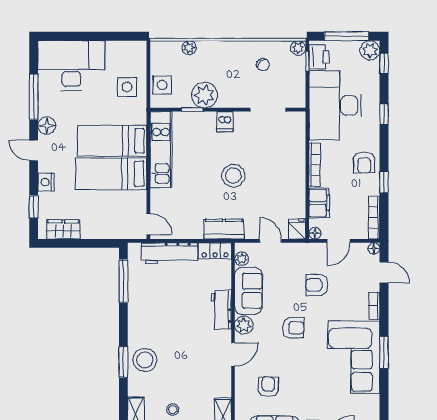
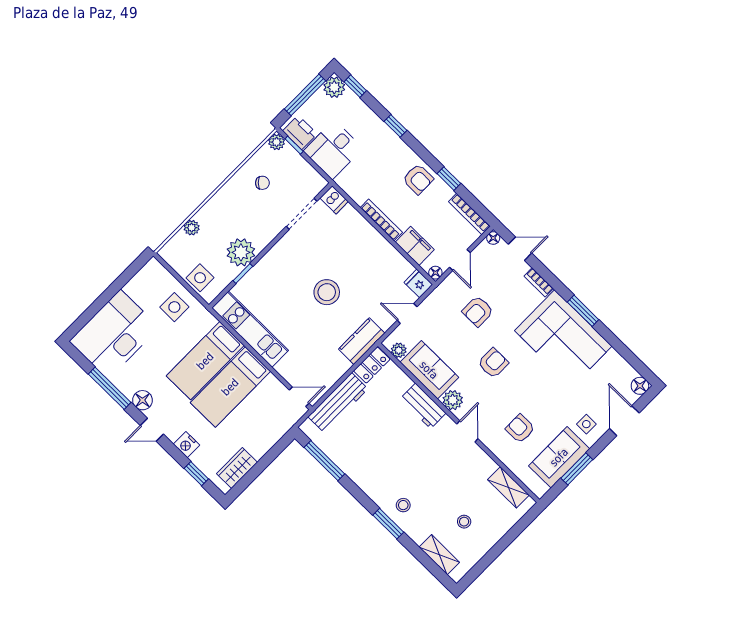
desk: (335, 105) -> (333, 150), width x0.53, depth x0.77
dishwasher: (225, 122) -> (334, 200), moved
stool: (145, 360) -> (403, 505), width x0.53, depth x0.53

